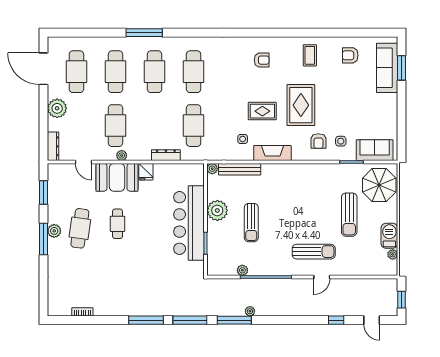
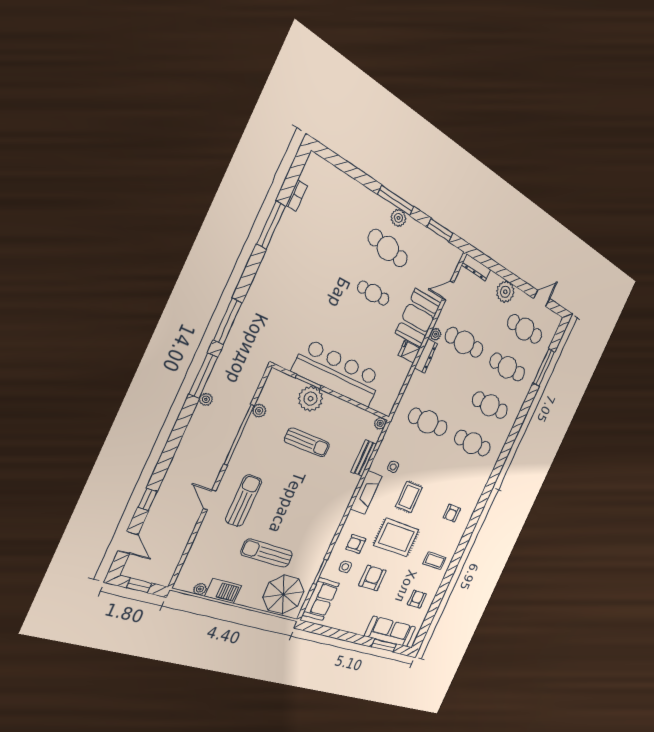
window: (144, 33) -> (544, 367), moved
door: (44, 69) -> (542, 298), width x0.53
armchair: (343, 111) -> (372, 578), added
dresser: (166, 155) -> (426, 356), moved
bench: (240, 169) -> (364, 458), width x0.73
plant: (217, 210) -> (311, 399), moved
sun lounger: (251, 223) -> (307, 442), turned 180
sun lounger: (314, 252) -> (244, 501), turned 180
window: (146, 320) -> (271, 225), moved
door: (372, 320) -> (128, 543), swing flipped

